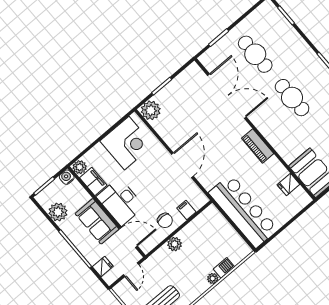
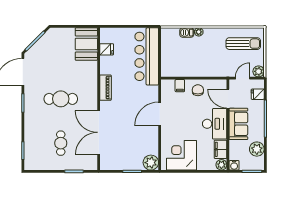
cafe table: (255, 54) -> (61, 143), width x0.73, depth x0.74
cafe table: (292, 98) -> (61, 99), turned 90
plant: (175, 244) -> (259, 71), moved

